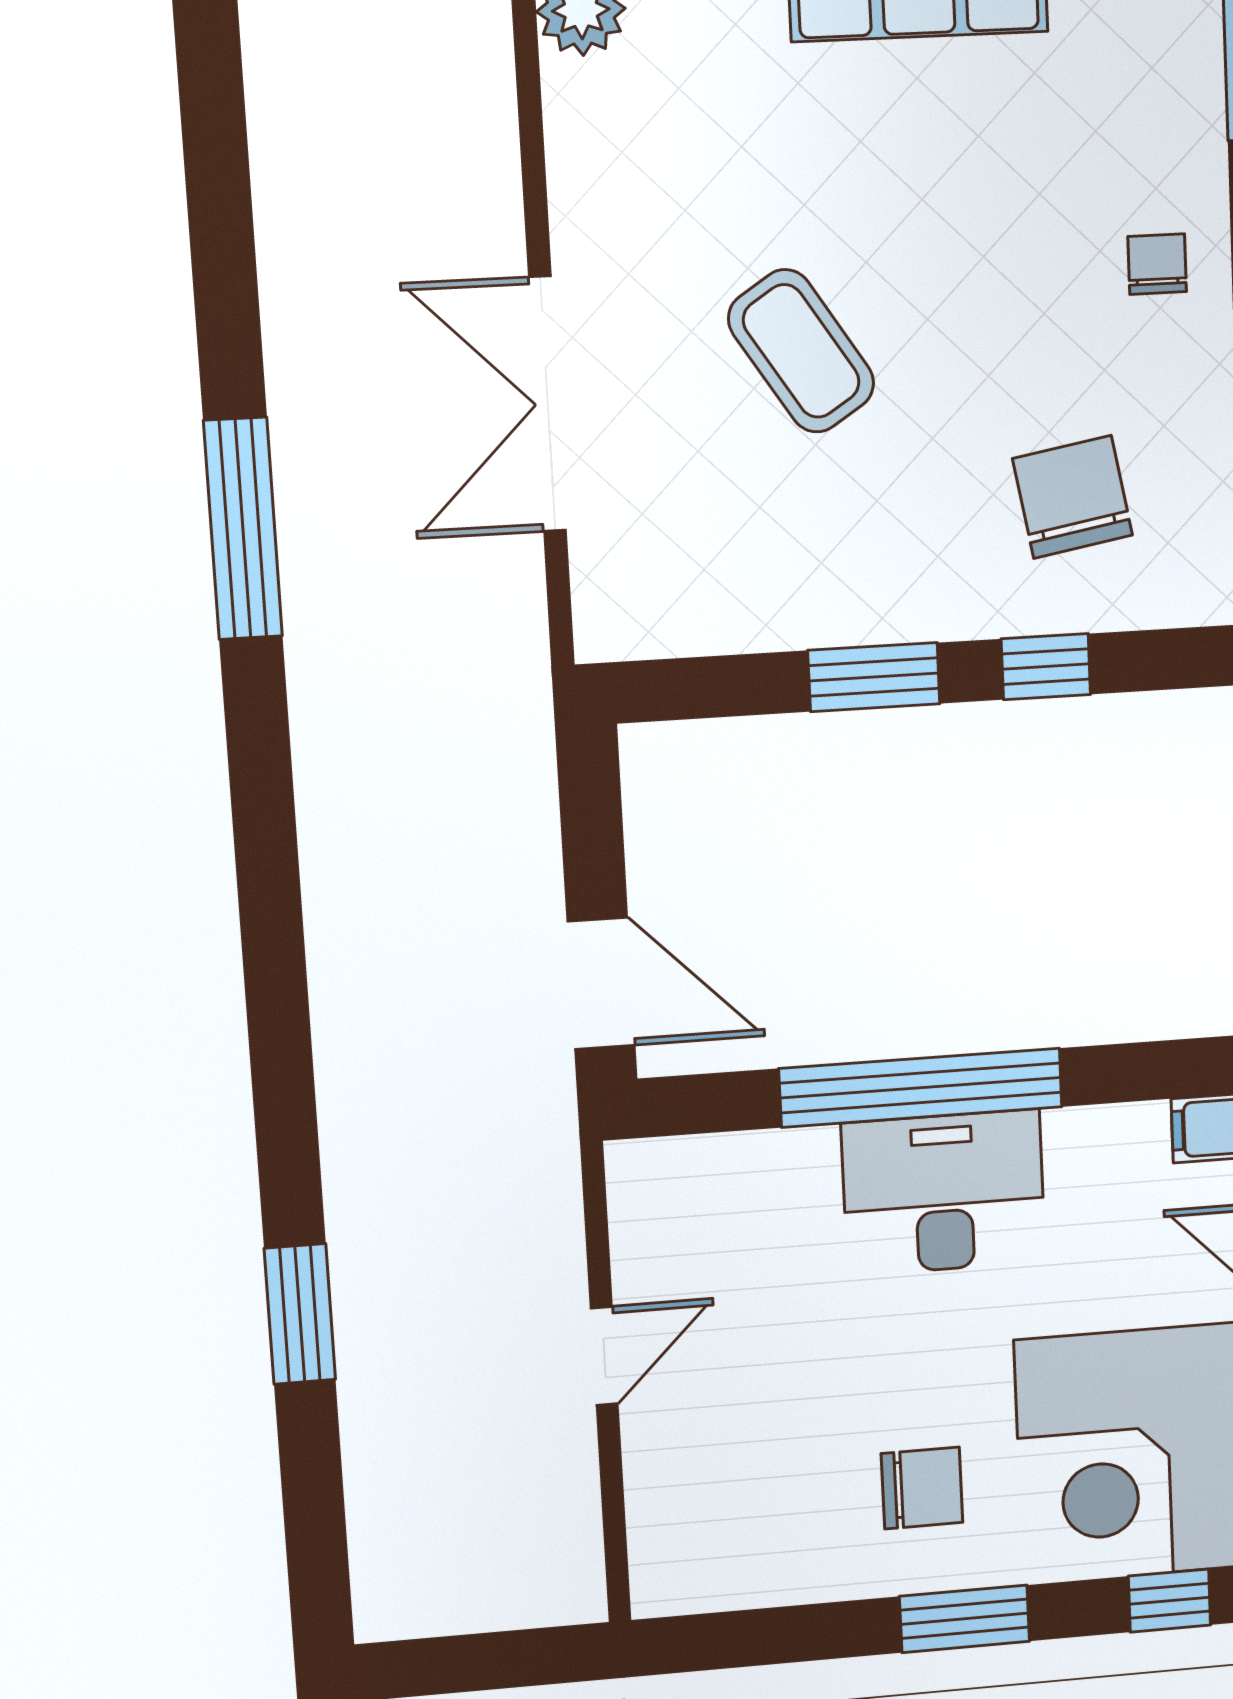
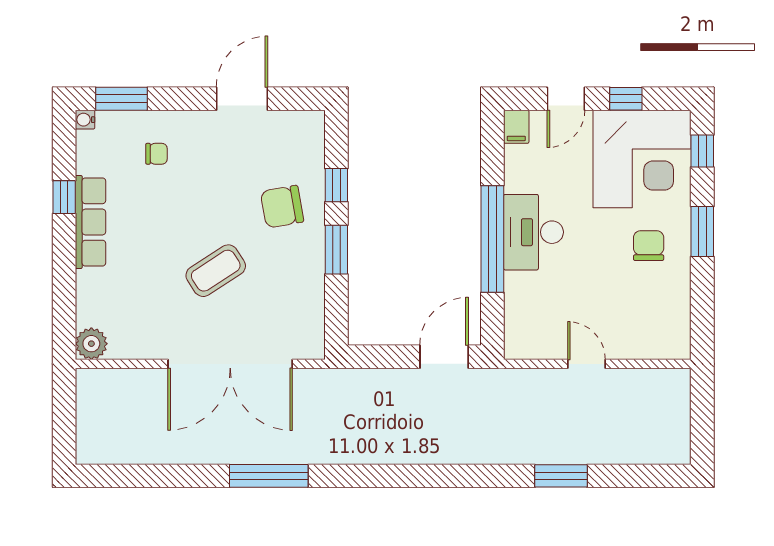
chair: (1157, 264) -> (156, 154), moved, turned 180
double door: (548, 404) -> (230, 364), width x1.36
chair: (1073, 497) -> (282, 207), moved

